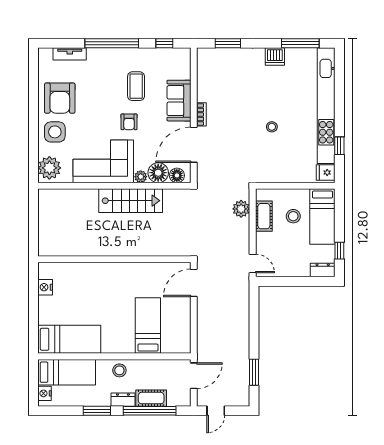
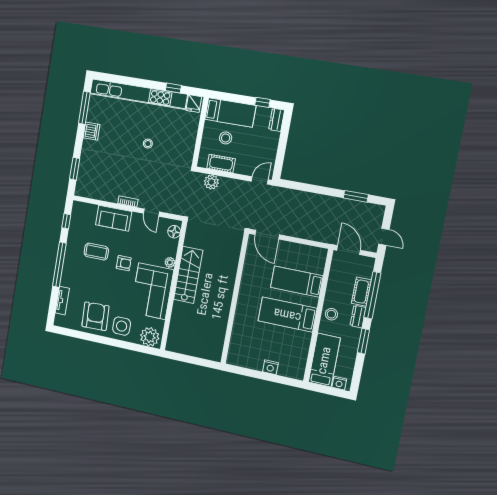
armchair: (60, 98) -> (95, 316), turned -92
door: (194, 145) -> (151, 213), width x0.53
floor lamp: (158, 173) -> (169, 247), removed
nightstand: (45, 287) -> (270, 367), moved
bed: (69, 339) -> (287, 315), moved, turned -90

